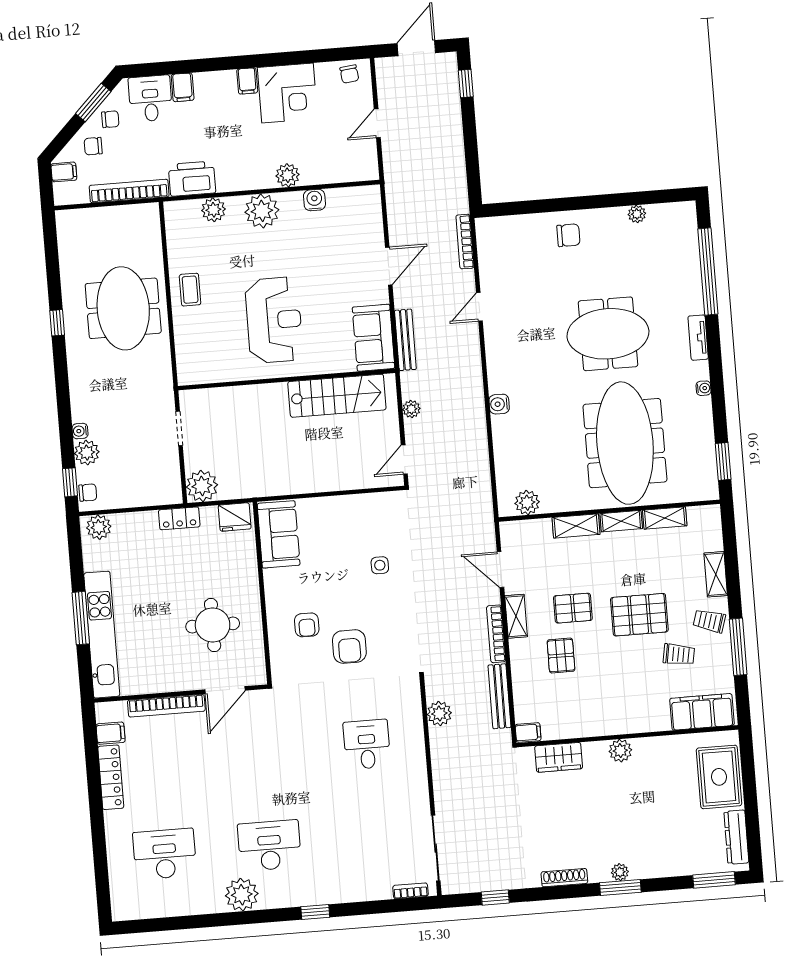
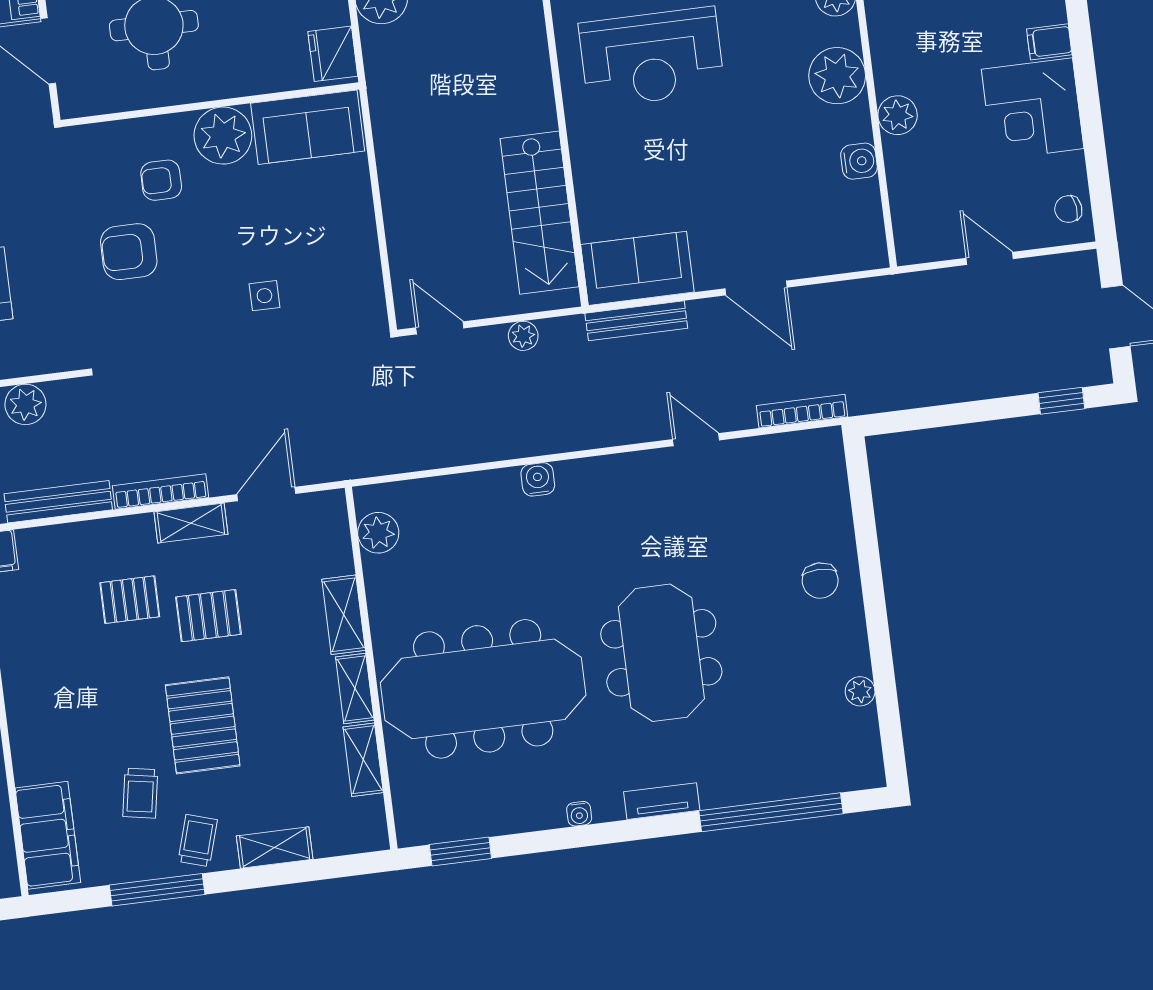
reception desk: (274, 320) -> (652, 57), moved
plant: (281, 586) -> (223, 136), added
pallet: (573, 608) -> (208, 616), turned 90

